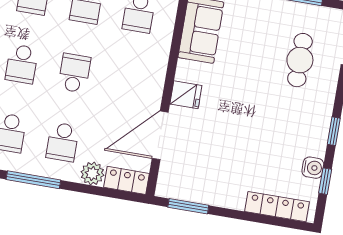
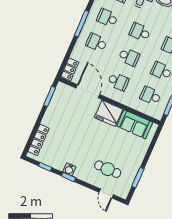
school desk: (127, 82) -> (118, 82), added
fridge: (186, 95) -> (109, 113), width x1.88, depth x1.34
water cooler: (313, 168) -> (69, 169), moved
plant: (92, 174) -> (77, 53), removed

